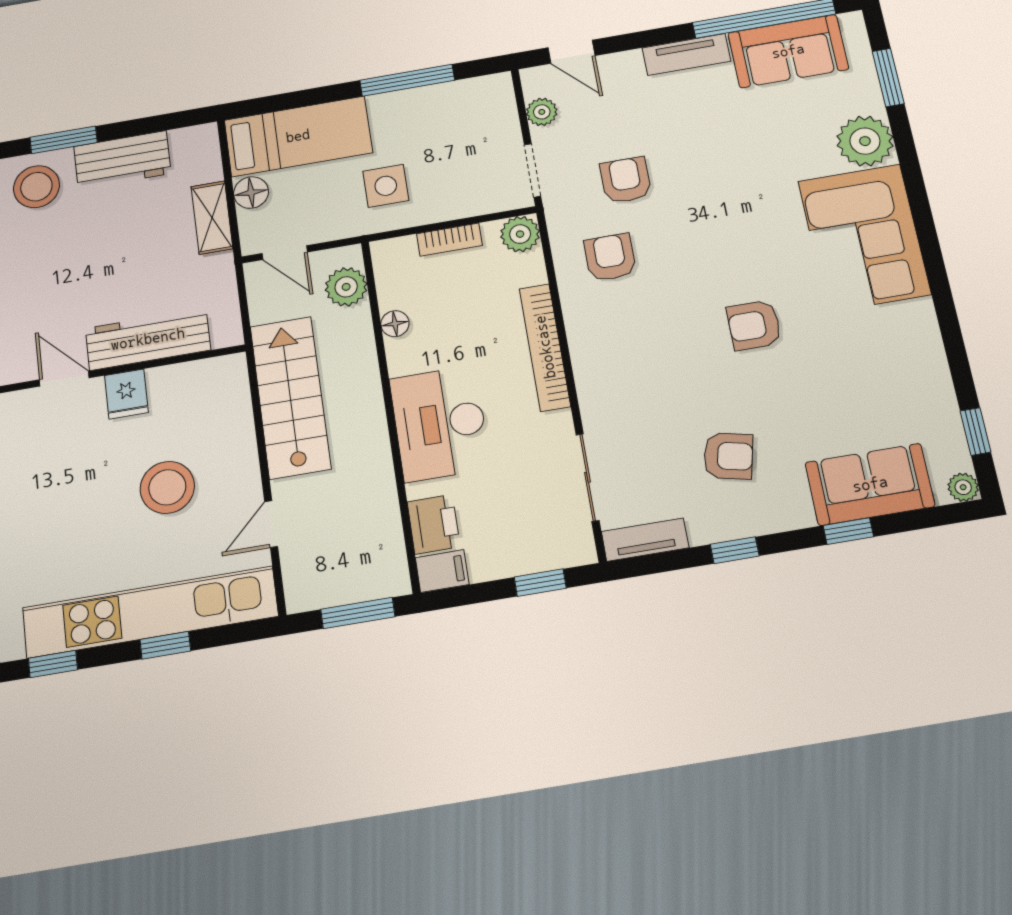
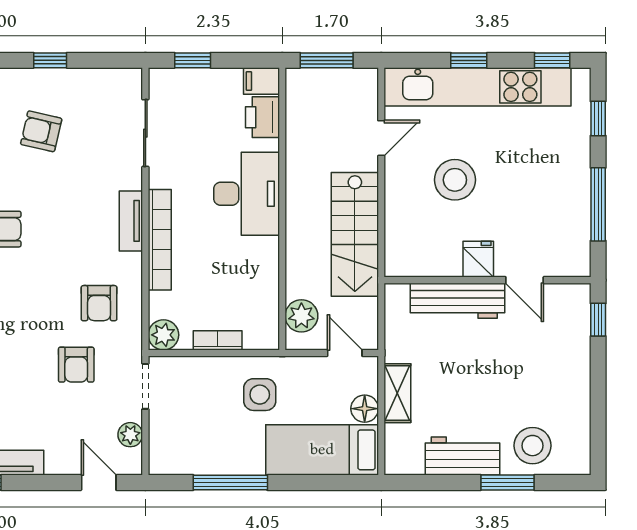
floor lamp: (395, 324) -> (269, 279), removed
tv unit: (645, 540) -> (131, 221), moved, turned 90

